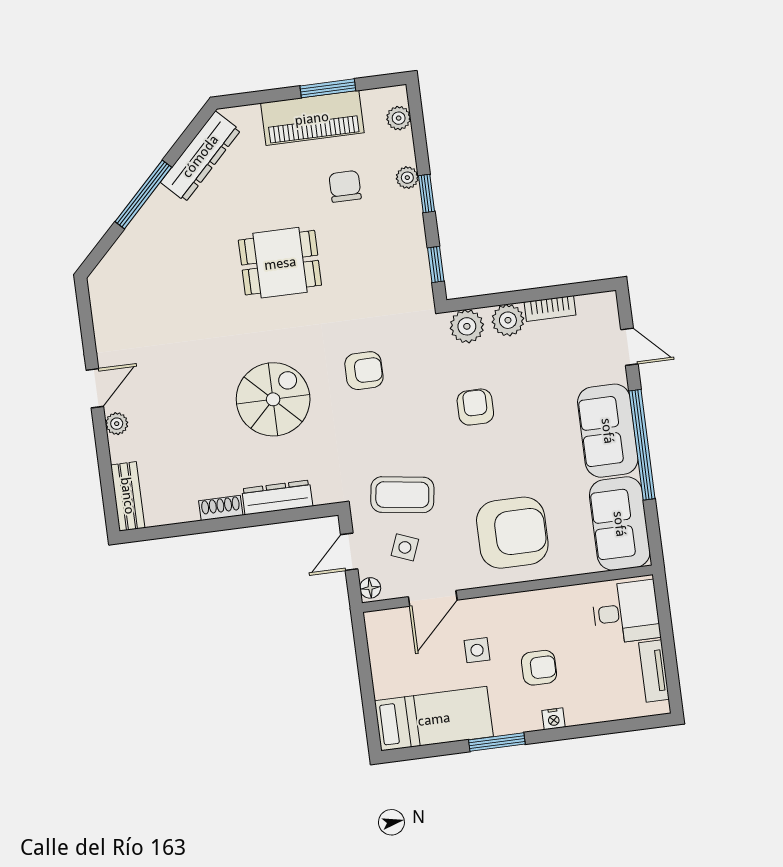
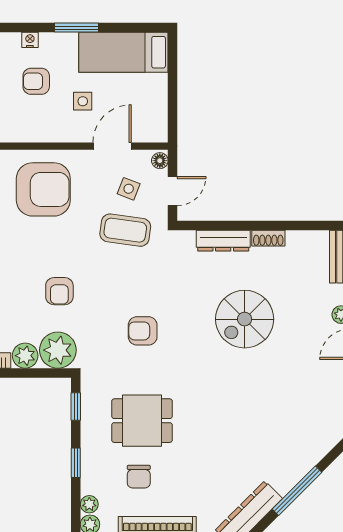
plant: (407, 178) -> (89, 504), moved
dining table: (280, 263) -> (142, 421), moved
plant: (467, 326) -> (58, 350), width x1.36, depth x1.36
spiral stairs: (273, 399) -> (245, 319), moved
armchair: (512, 533) -> (43, 189), turned 180

